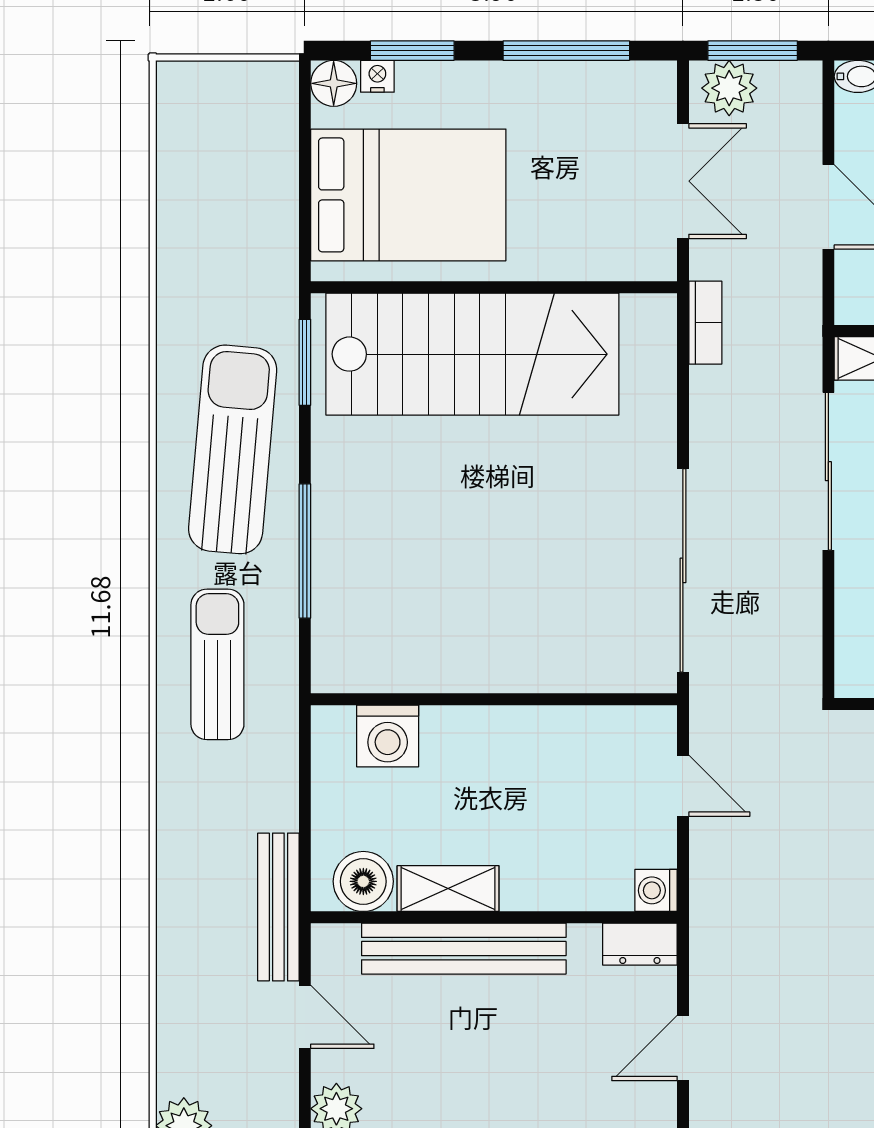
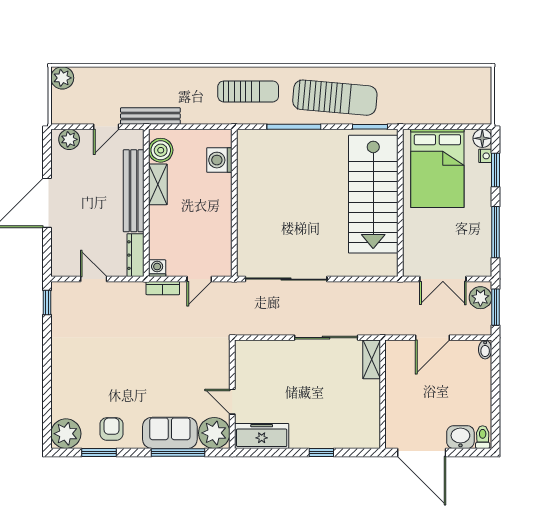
bookcase: (705, 323) -> (163, 288), moved
dresser: (640, 944) -> (135, 255), width x1.44

